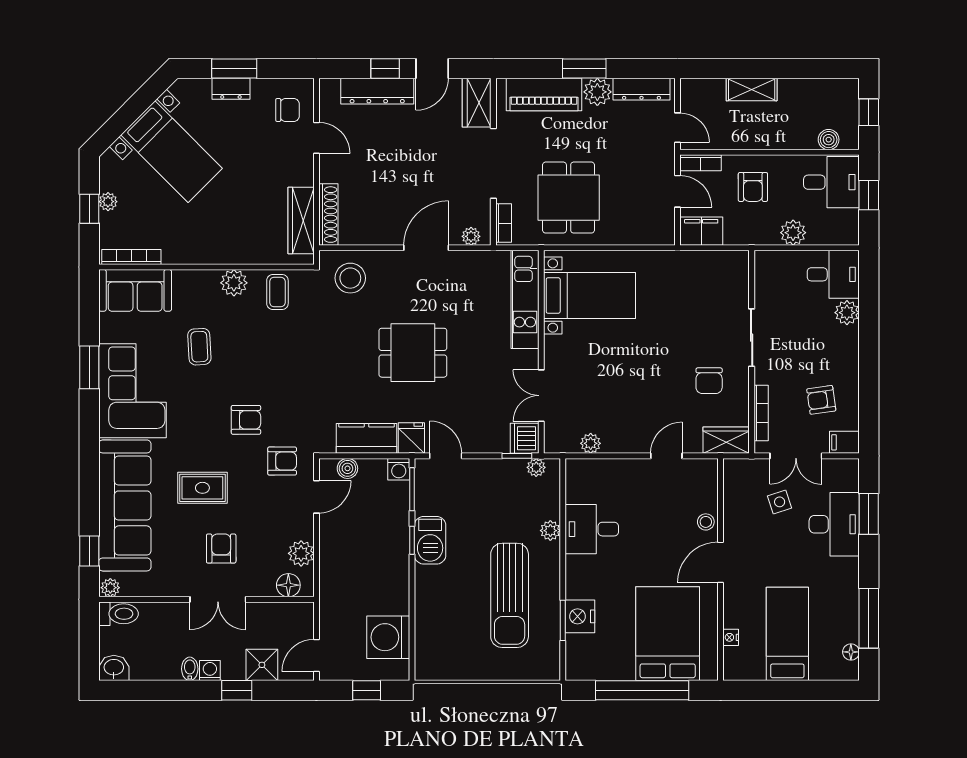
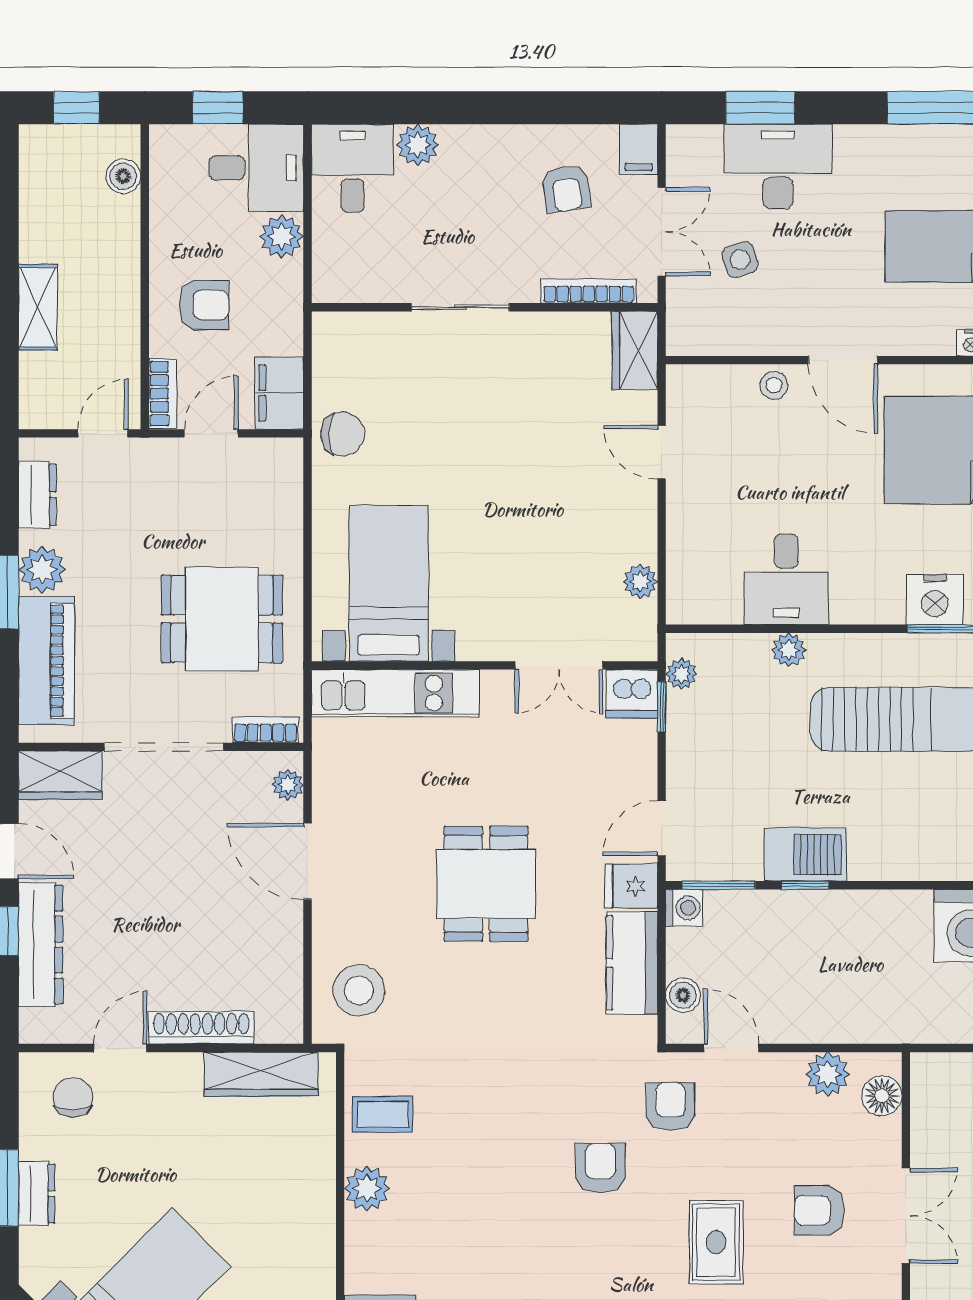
dresser: (641, 89) -> (37, 495), width x0.70
desk: (831, 182) -> (256, 168), moved, turned 90
shoe rack: (328, 215) -> (201, 1028), moved
coffee table: (199, 347) -> (476, 1247), removed
chair: (709, 381) -> (342, 434), moved

